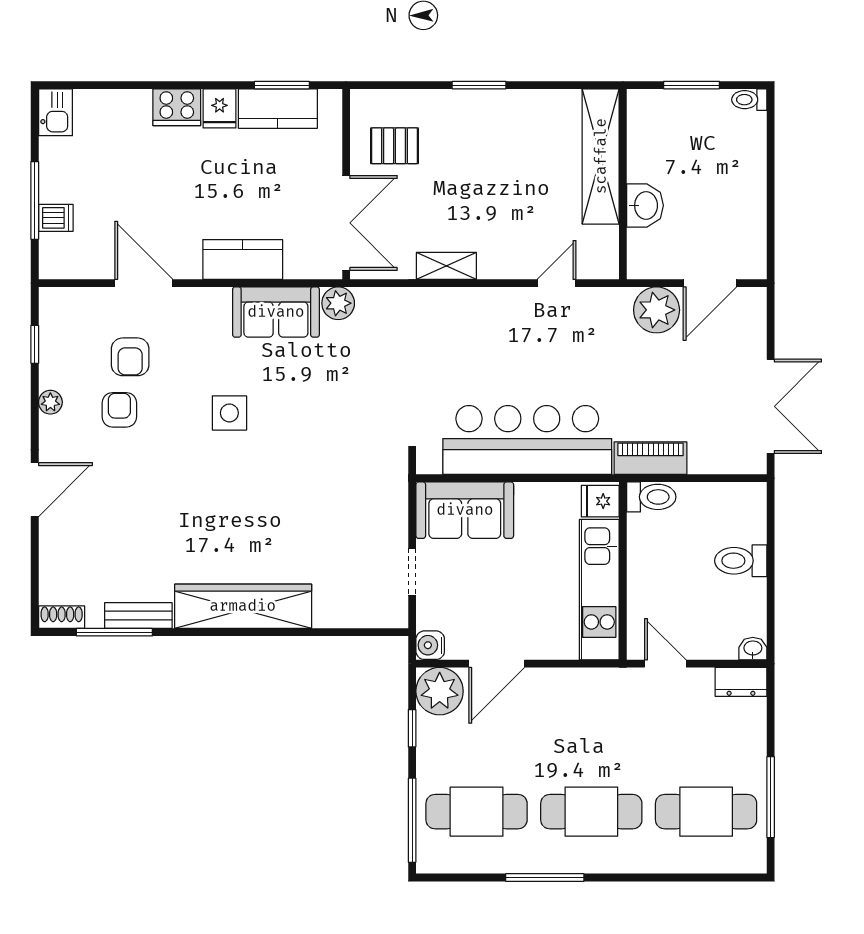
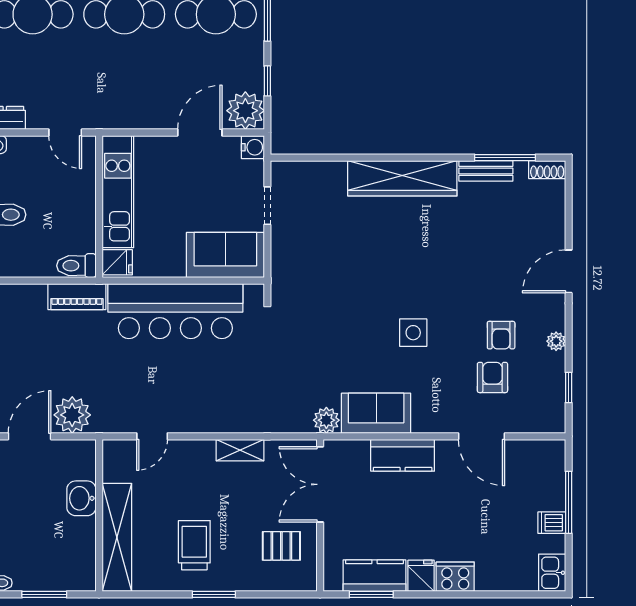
trolley: (504, 147) -> (194, 545), added
dishwasher: (56, 218) -> (552, 523), moved

